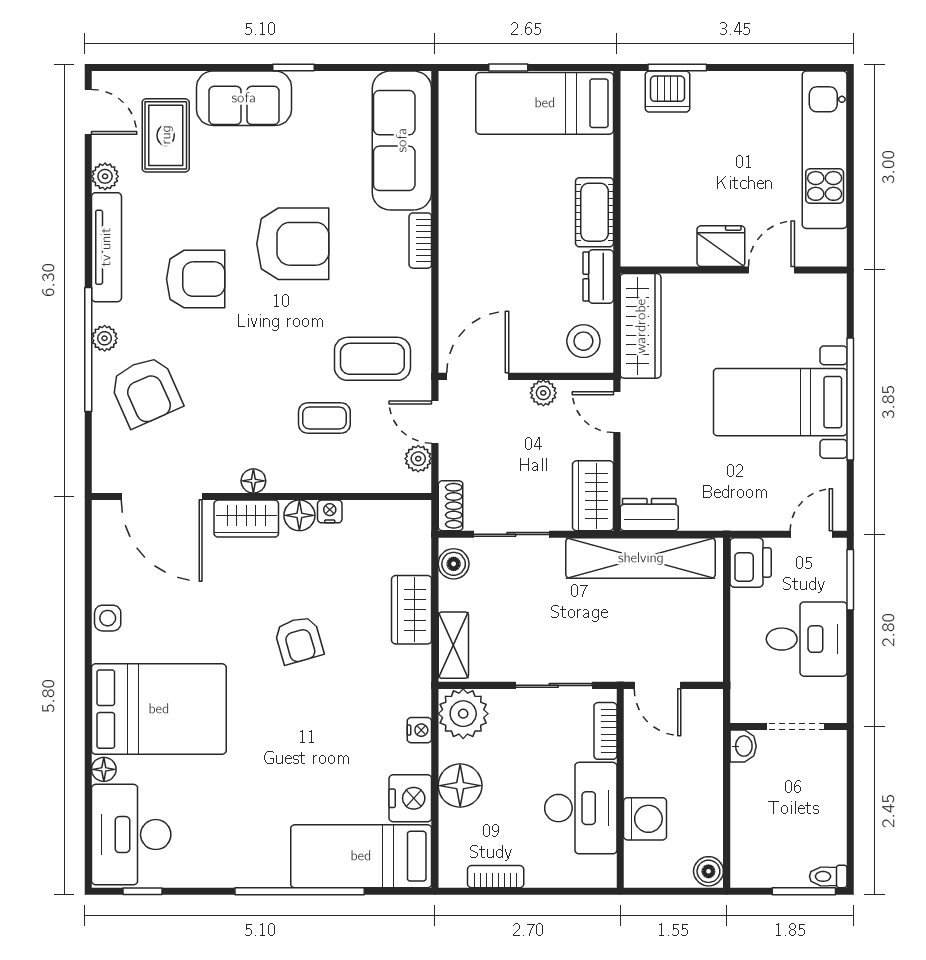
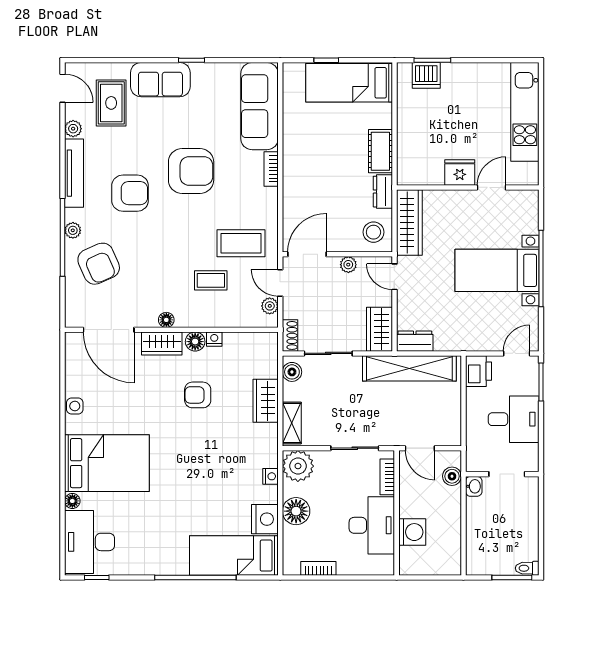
armchair: (299, 640) -> (198, 395), moved, turned 106
boiler: (708, 871) -> (452, 476), moved

